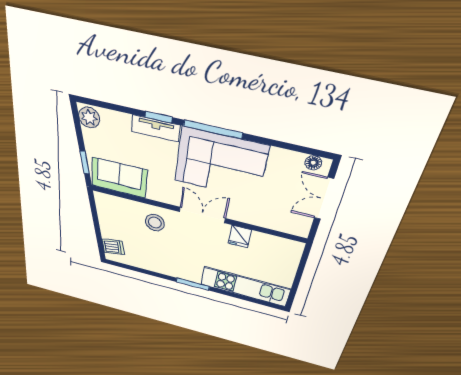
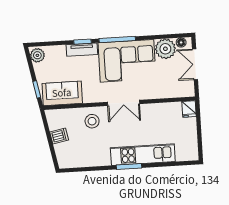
plant: (285, 164) -> (165, 49), added
double door: (202, 215) -> (124, 103), swing flipped
fridge: (240, 237) -> (189, 109), moved
dishwasher: (113, 247) -> (59, 136), moved
kitchen unit: (245, 287) -> (143, 155), moved

